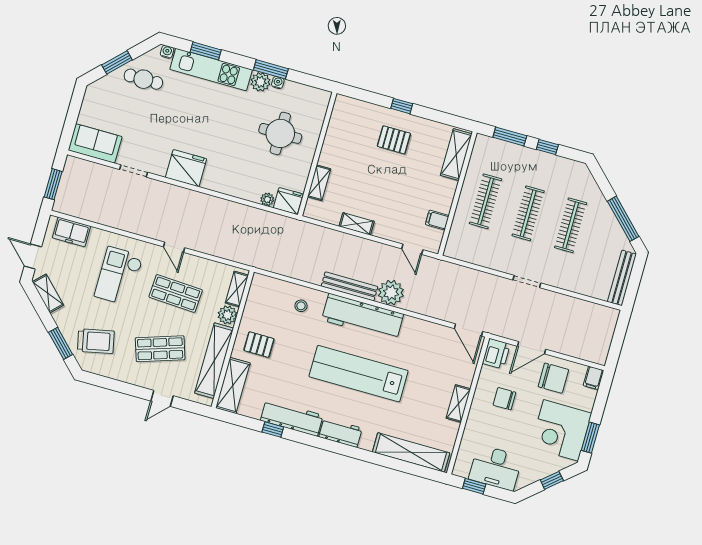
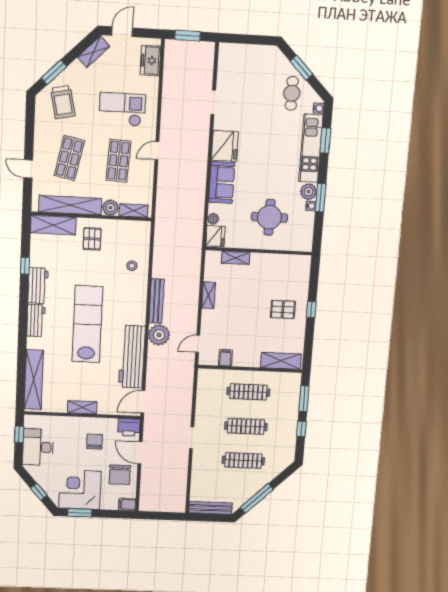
pallet: (394, 140) -> (283, 309), turned 90
sofa: (95, 143) -> (222, 182), moved
workbench: (363, 317) -> (132, 357), moved
shop shelf: (160, 349) -> (69, 158), turned 30
workbench: (292, 418) -> (38, 286), width x0.73

